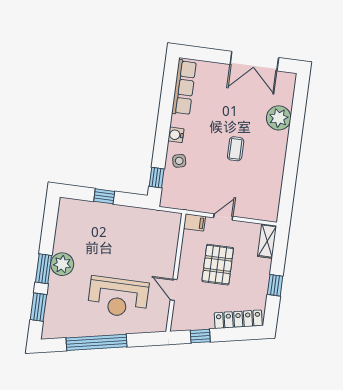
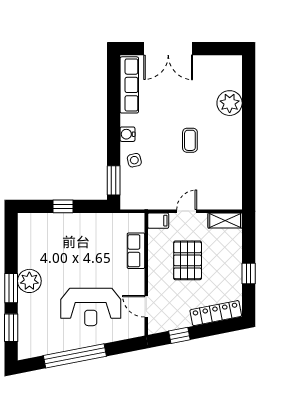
double door: (254, 61) -> (168, 49), moved
window: (157, 178) -> (114, 180), width x1.50
shelving: (267, 241) -> (225, 220), moved, turned 90
row of seats: (169, 249) -> (136, 251), added
door: (174, 290) -> (146, 306), moved

